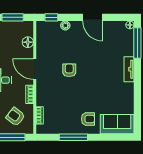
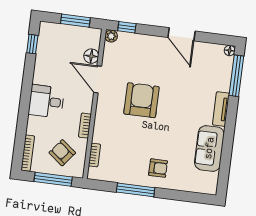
plant: (65, 26) -> (111, 36), moved
door: (35, 69) -> (98, 79), moved
armchair: (69, 70) -> (141, 100), width x1.88, depth x1.88
sofa: (117, 124) -> (209, 148), moved, turned -90

